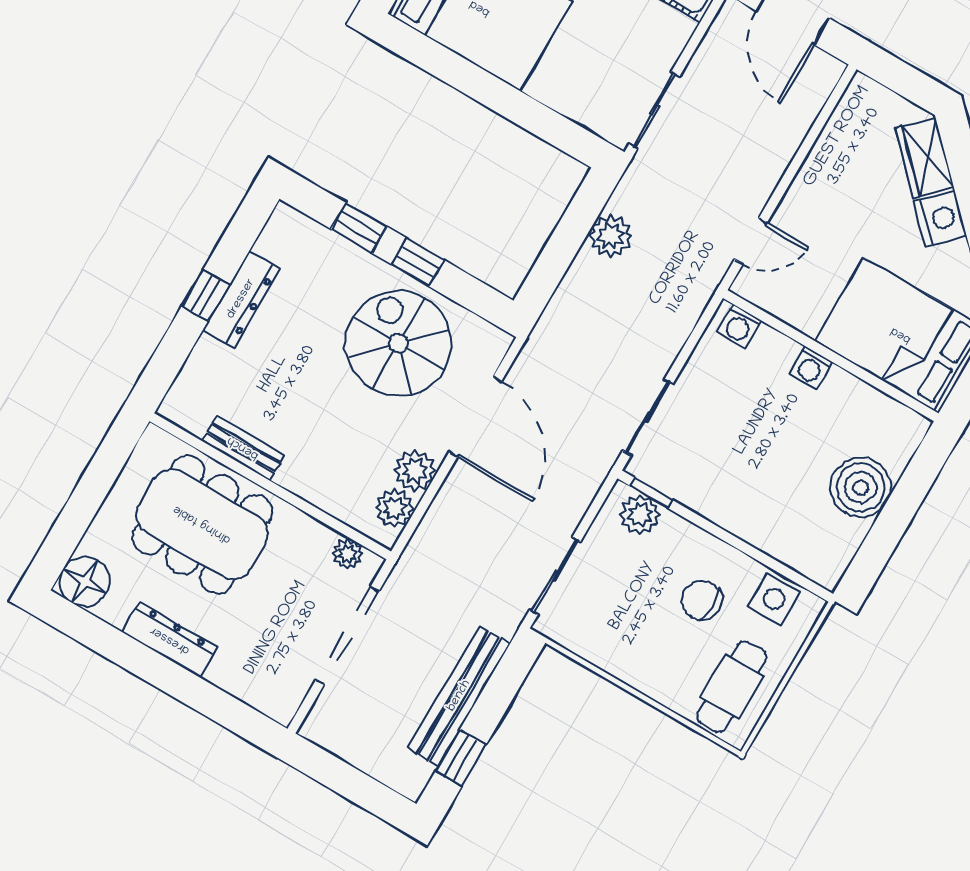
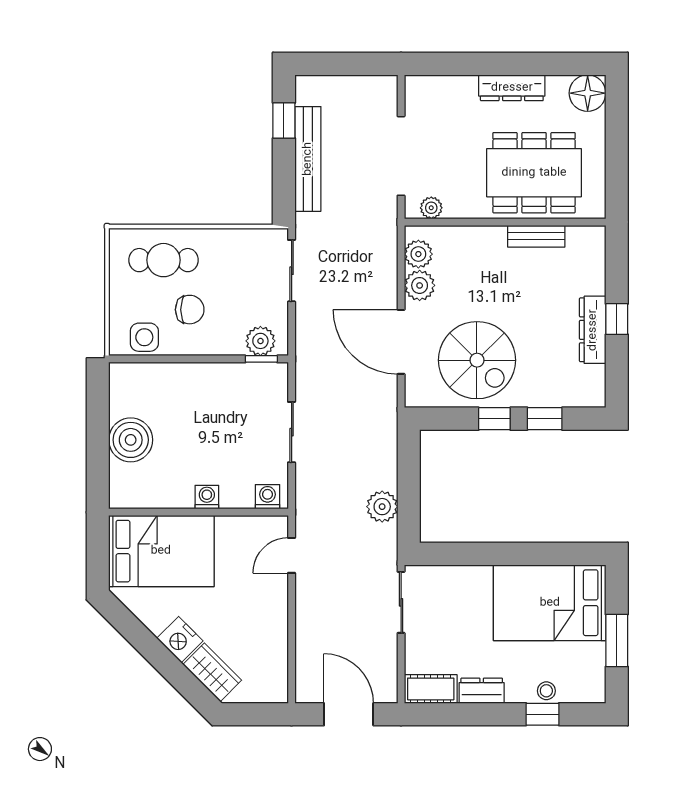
sliding door: (648, 417) -> (292, 432), moved
cafe table: (732, 687) -> (163, 260), moved, turned 90

